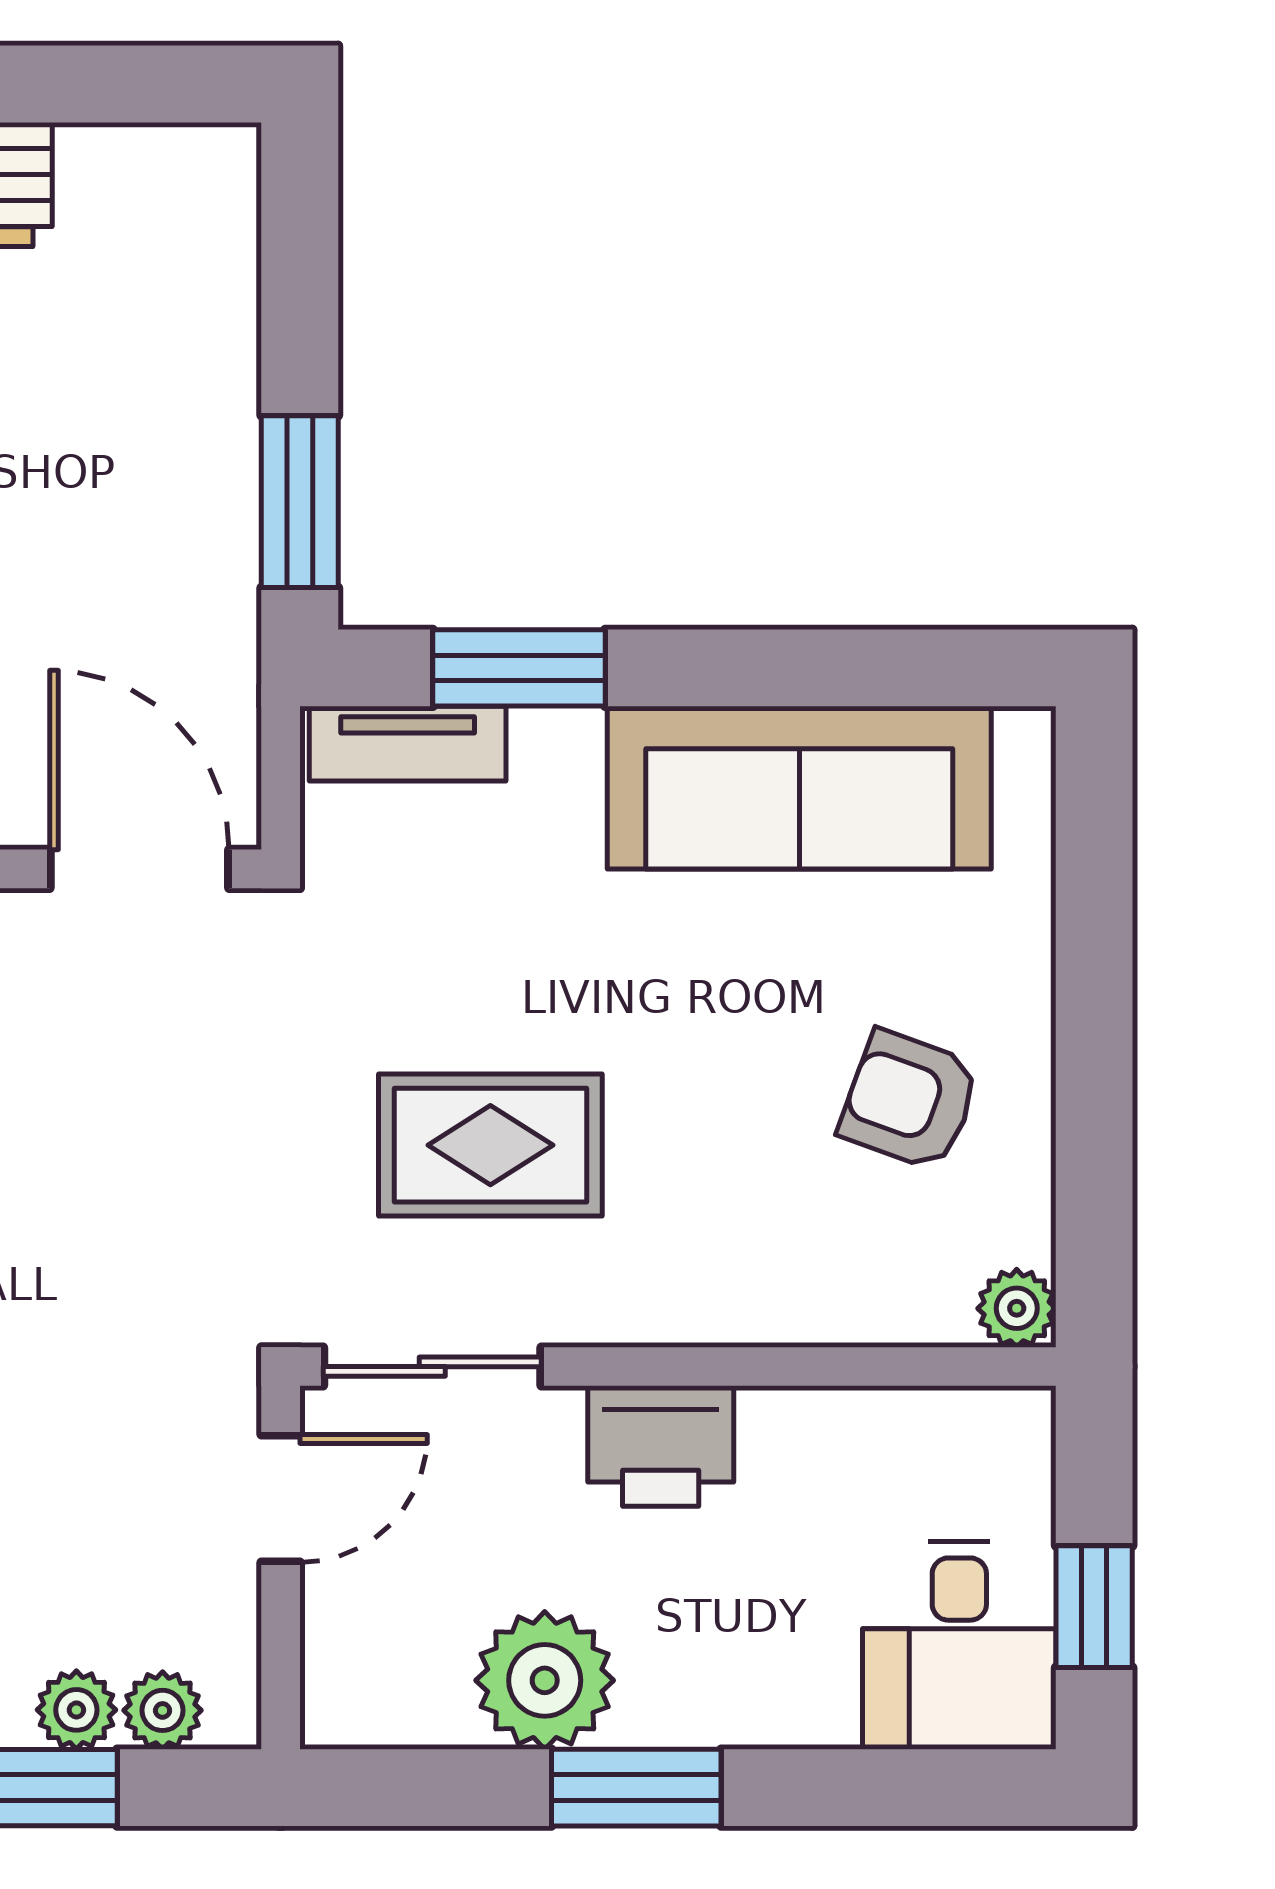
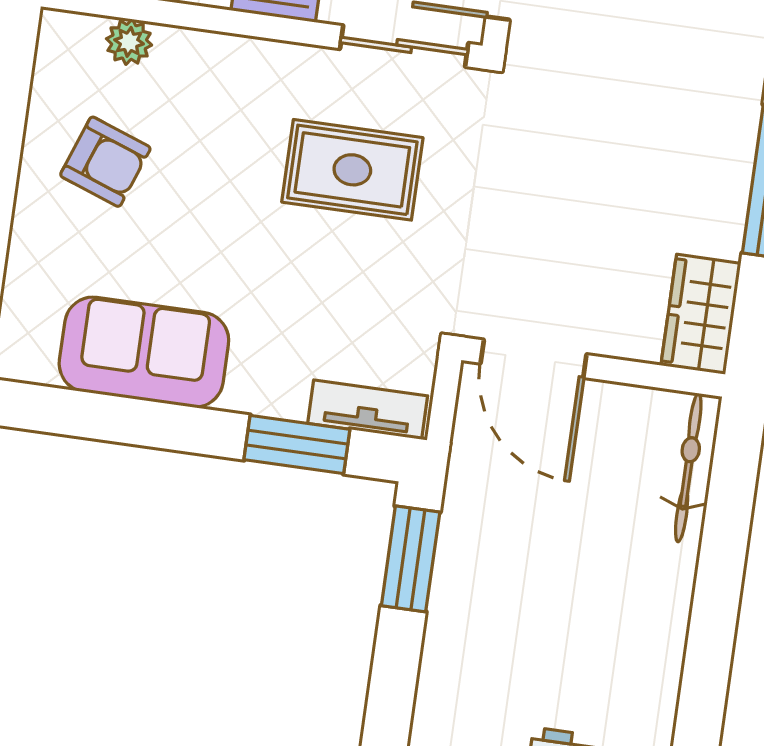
sofa: (799, 788) -> (144, 352), width x0.73
plant: (1017, 1308) -> (129, 42), moved

